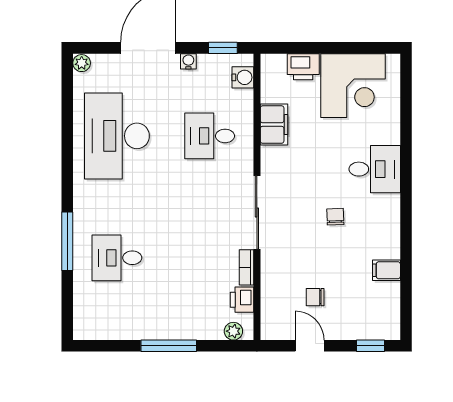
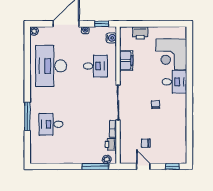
corner desk: (353, 86) -> (171, 54), moved, turned 90
desk: (210, 136) -> (95, 66), turned 180
filing cabinet: (386, 270) -> (180, 130), removed
window: (169, 346) -> (95, 166), moved

